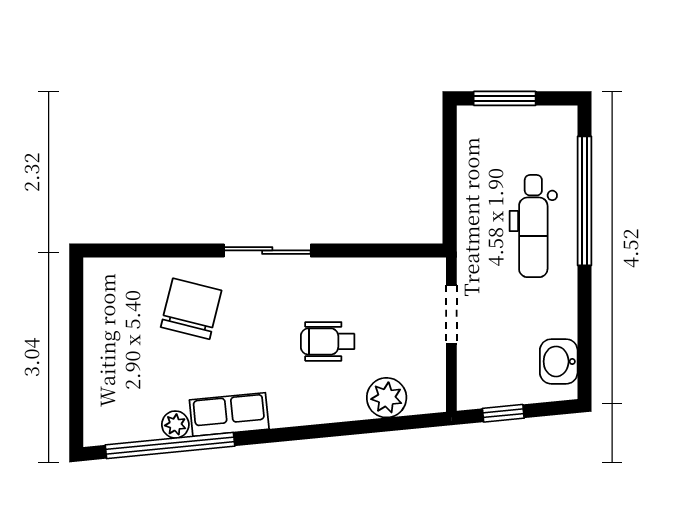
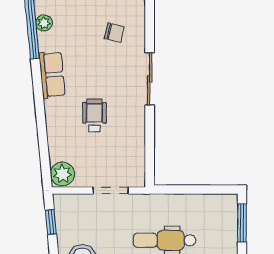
chair: (191, 309) -> (114, 33), width x0.54, depth x0.54
plant: (387, 398) -> (62, 174), moved
row of seats: (229, 414) -> (52, 75), moved

